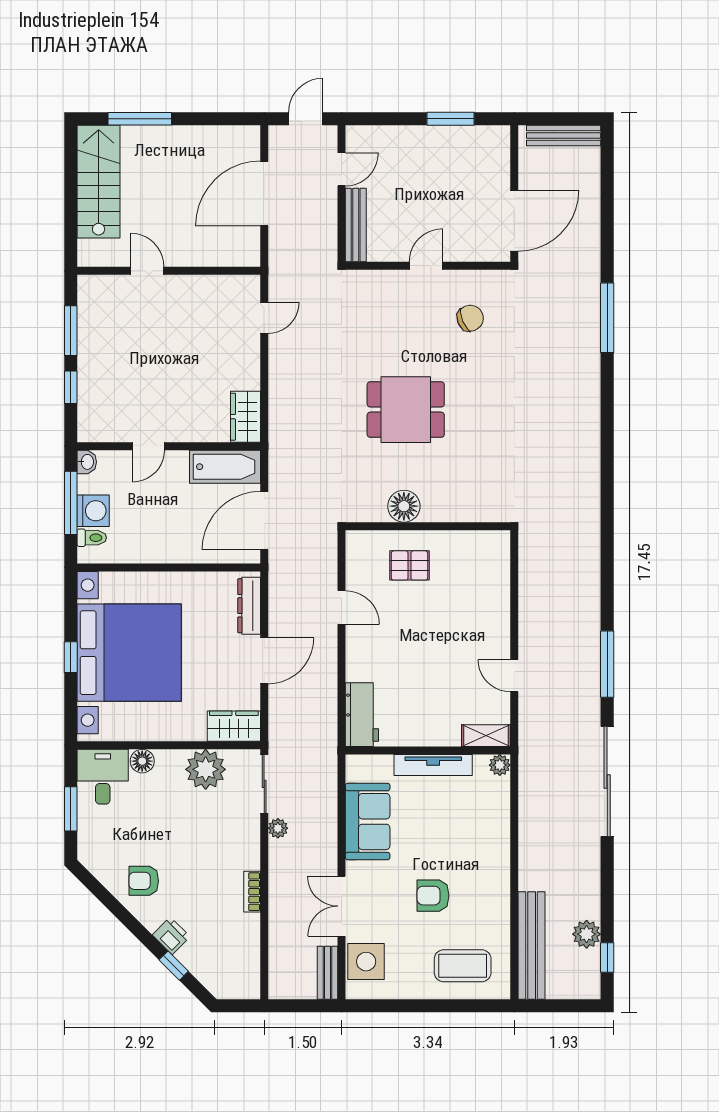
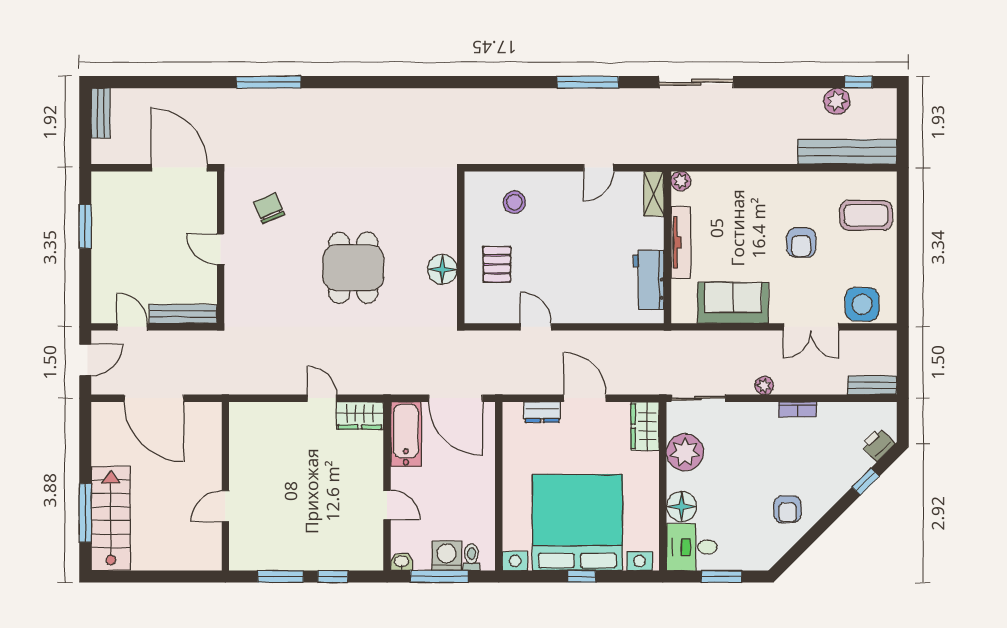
door: (306, 119) -> (85, 360), swing flipped
bench: (564, 136) -> (101, 113), width x0.73
stairs: (99, 182) -> (111, 518), moved, turned 90
door: (264, 318) -> (322, 398), moved
stool: (477, 584) -> (514, 202), added
dresser: (249, 606) -> (542, 412), width x0.70
door: (342, 608) -> (536, 327), hinge flipped
workbench: (362, 715) -> (649, 280), moved, turned -90
floor lamp: (142, 761) -> (681, 507), width x1.38, depth x1.38
sliding door: (607, 782) -> (696, 82), width x0.73
plant: (278, 828) -> (764, 386), moved
printer: (171, 936) -> (878, 444), moved
coffee table: (463, 966) -> (866, 215), turned 90
bench: (327, 973) -> (872, 385), moved

